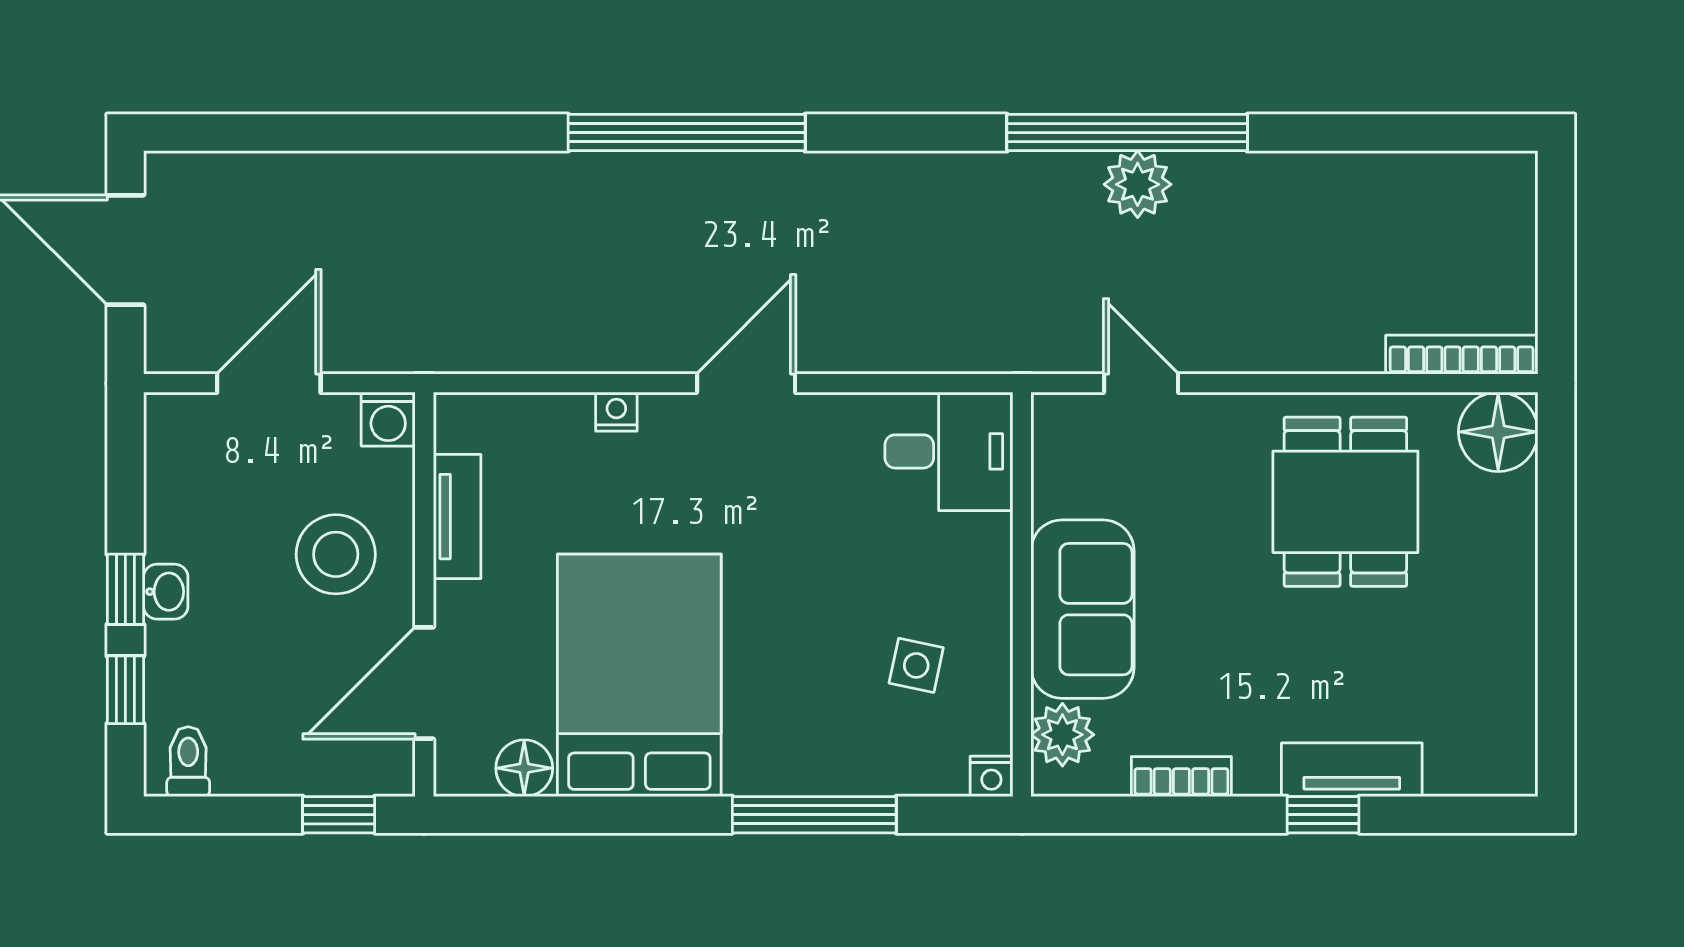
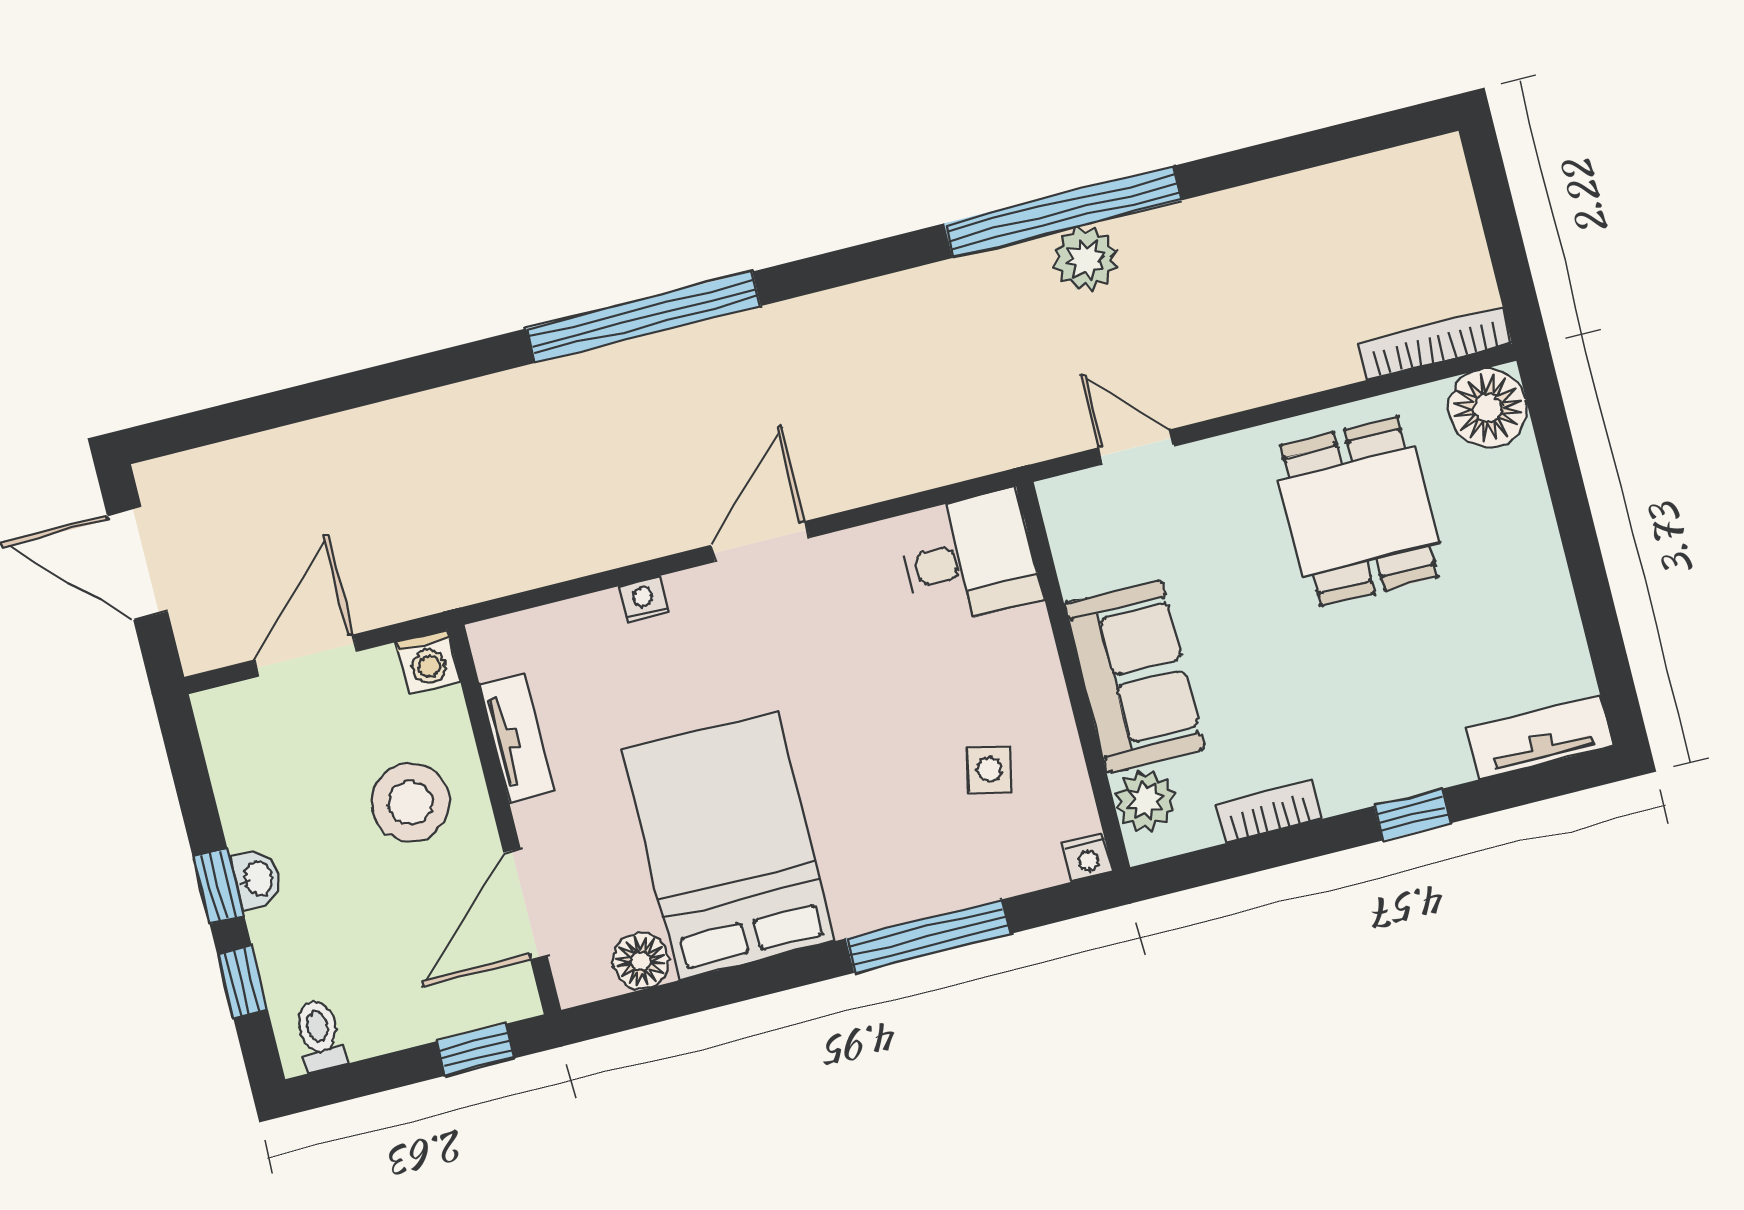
tv unit: (1352, 770) -> (1540, 737), moved

